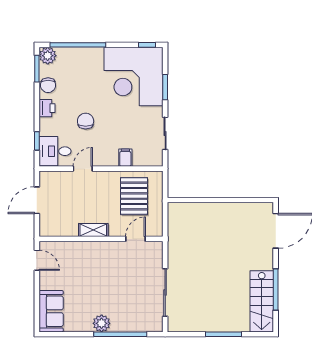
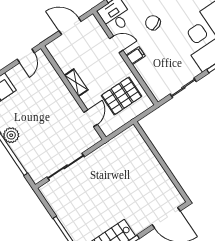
chair: (86, 121) -> (153, 23), turned -115
filing cabinet: (125, 158) -> (136, 56), moved
door: (136, 239) -> (91, 118), hinge flipped

